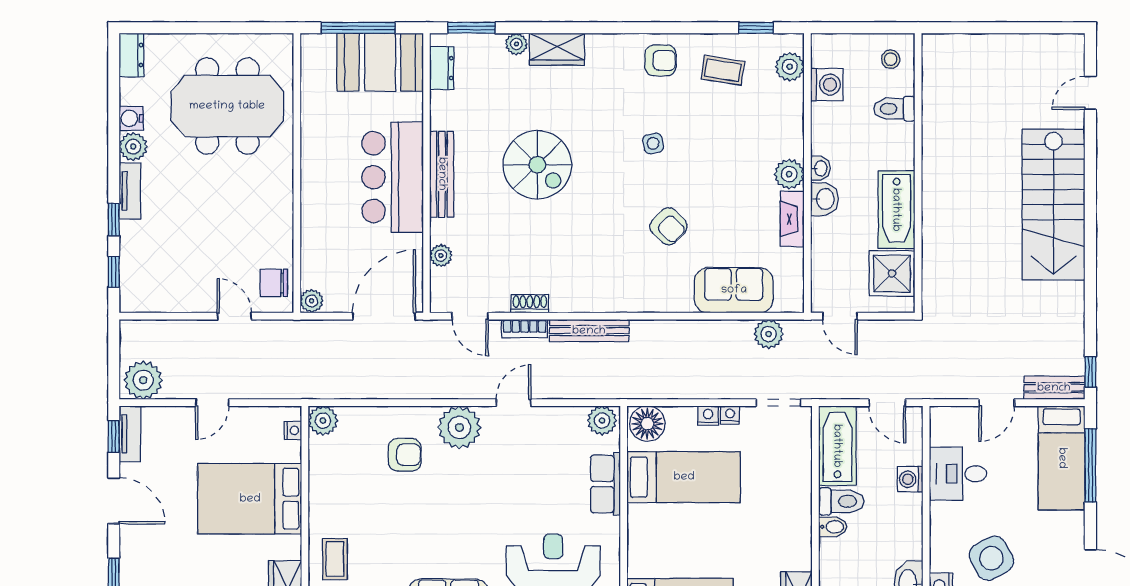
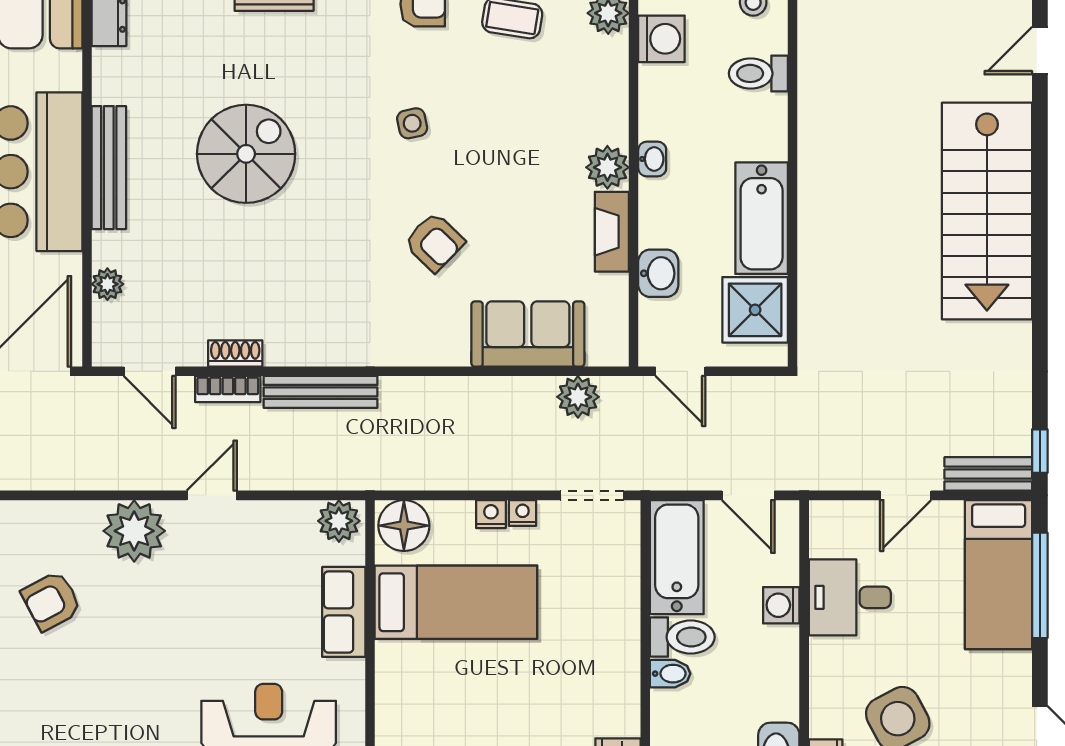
spiral stairs: (537, 165) -> (246, 154), turned -90
washbasin: (825, 199) -> (658, 273), moved
armchair: (405, 455) -> (51, 601), moved, turned 152

